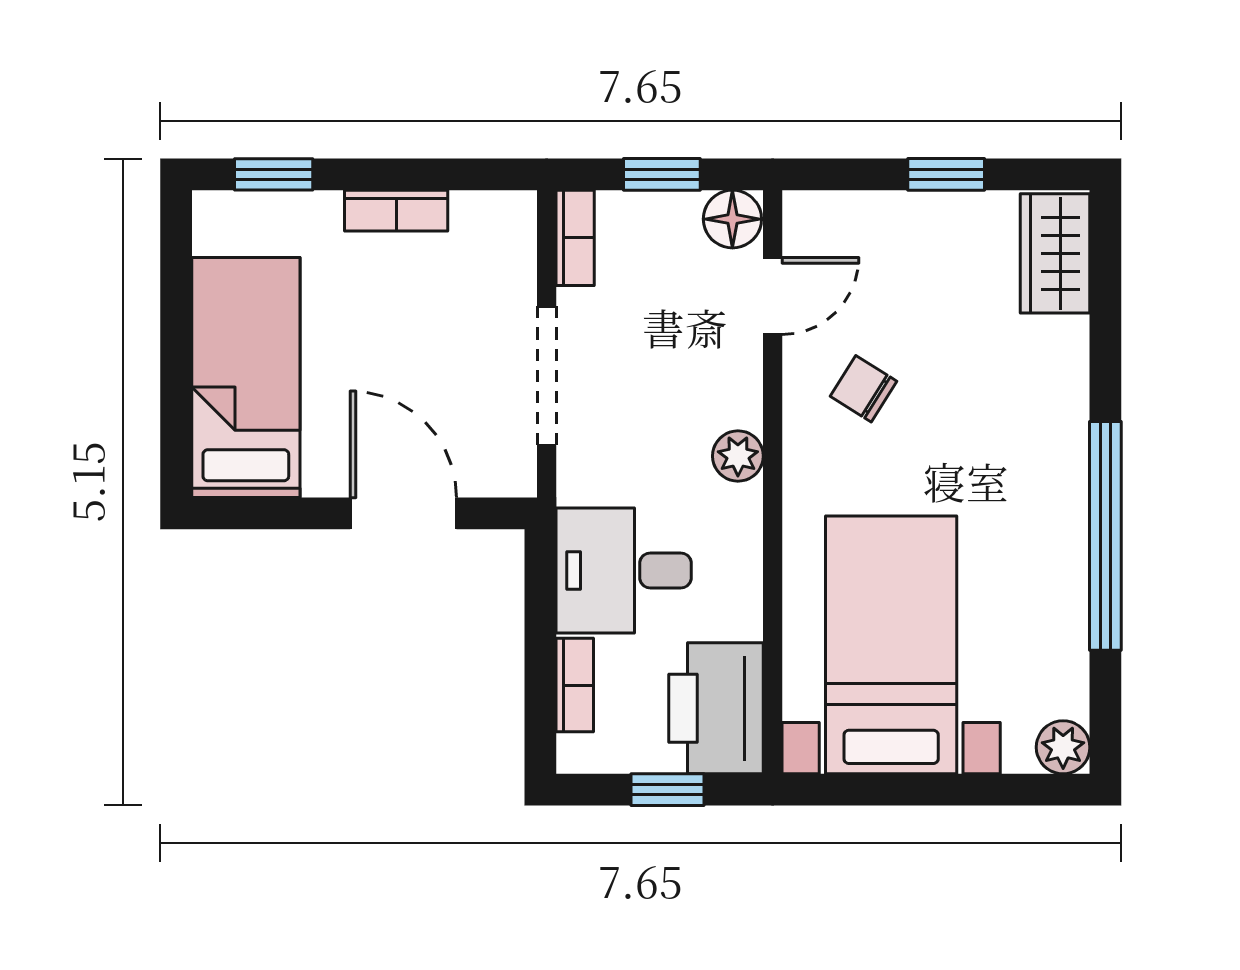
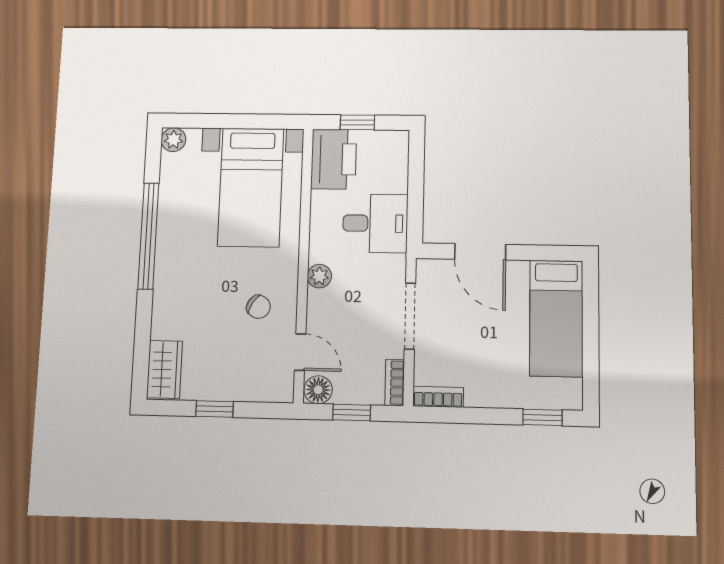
bookcase: (396, 211) -> (438, 397), moved
door: (773, 296) -> (300, 352), swing flipped
bookcase: (575, 685) -> (400, 171), removed

